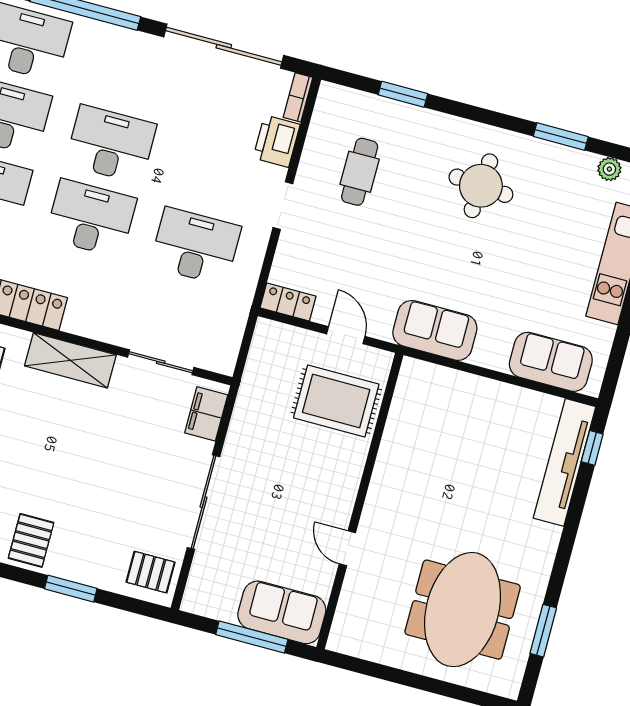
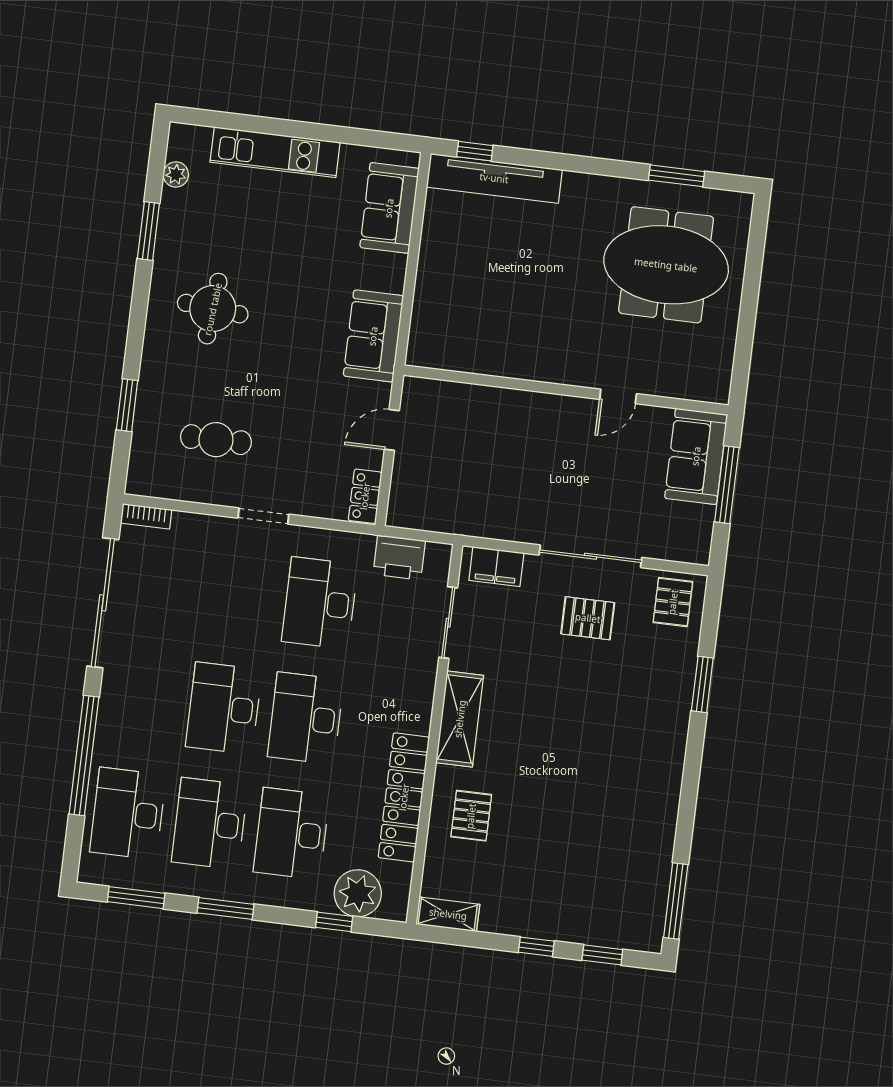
printer: (277, 141) -> (399, 557), moved
rug: (336, 401) -> (463, 430), removed
pallet: (31, 540) -> (588, 618), moved

